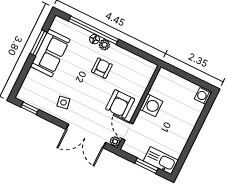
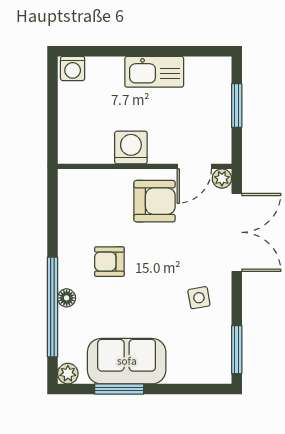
plant: (104, 45) -> (68, 374), moved
window: (30, 108) -> (237, 350), width x1.50
kitchen sink: (161, 161) -> (154, 72), moved, turned -90

